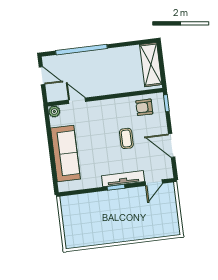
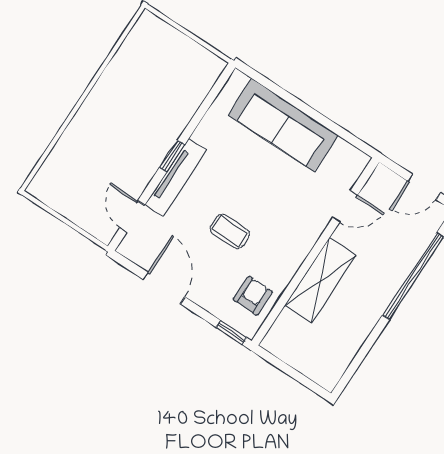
shelving: (151, 65) -> (320, 280), moved, turned 90
plant: (54, 111) -> (357, 161), removed
door: (172, 145) -> (164, 288), hinge flipped

